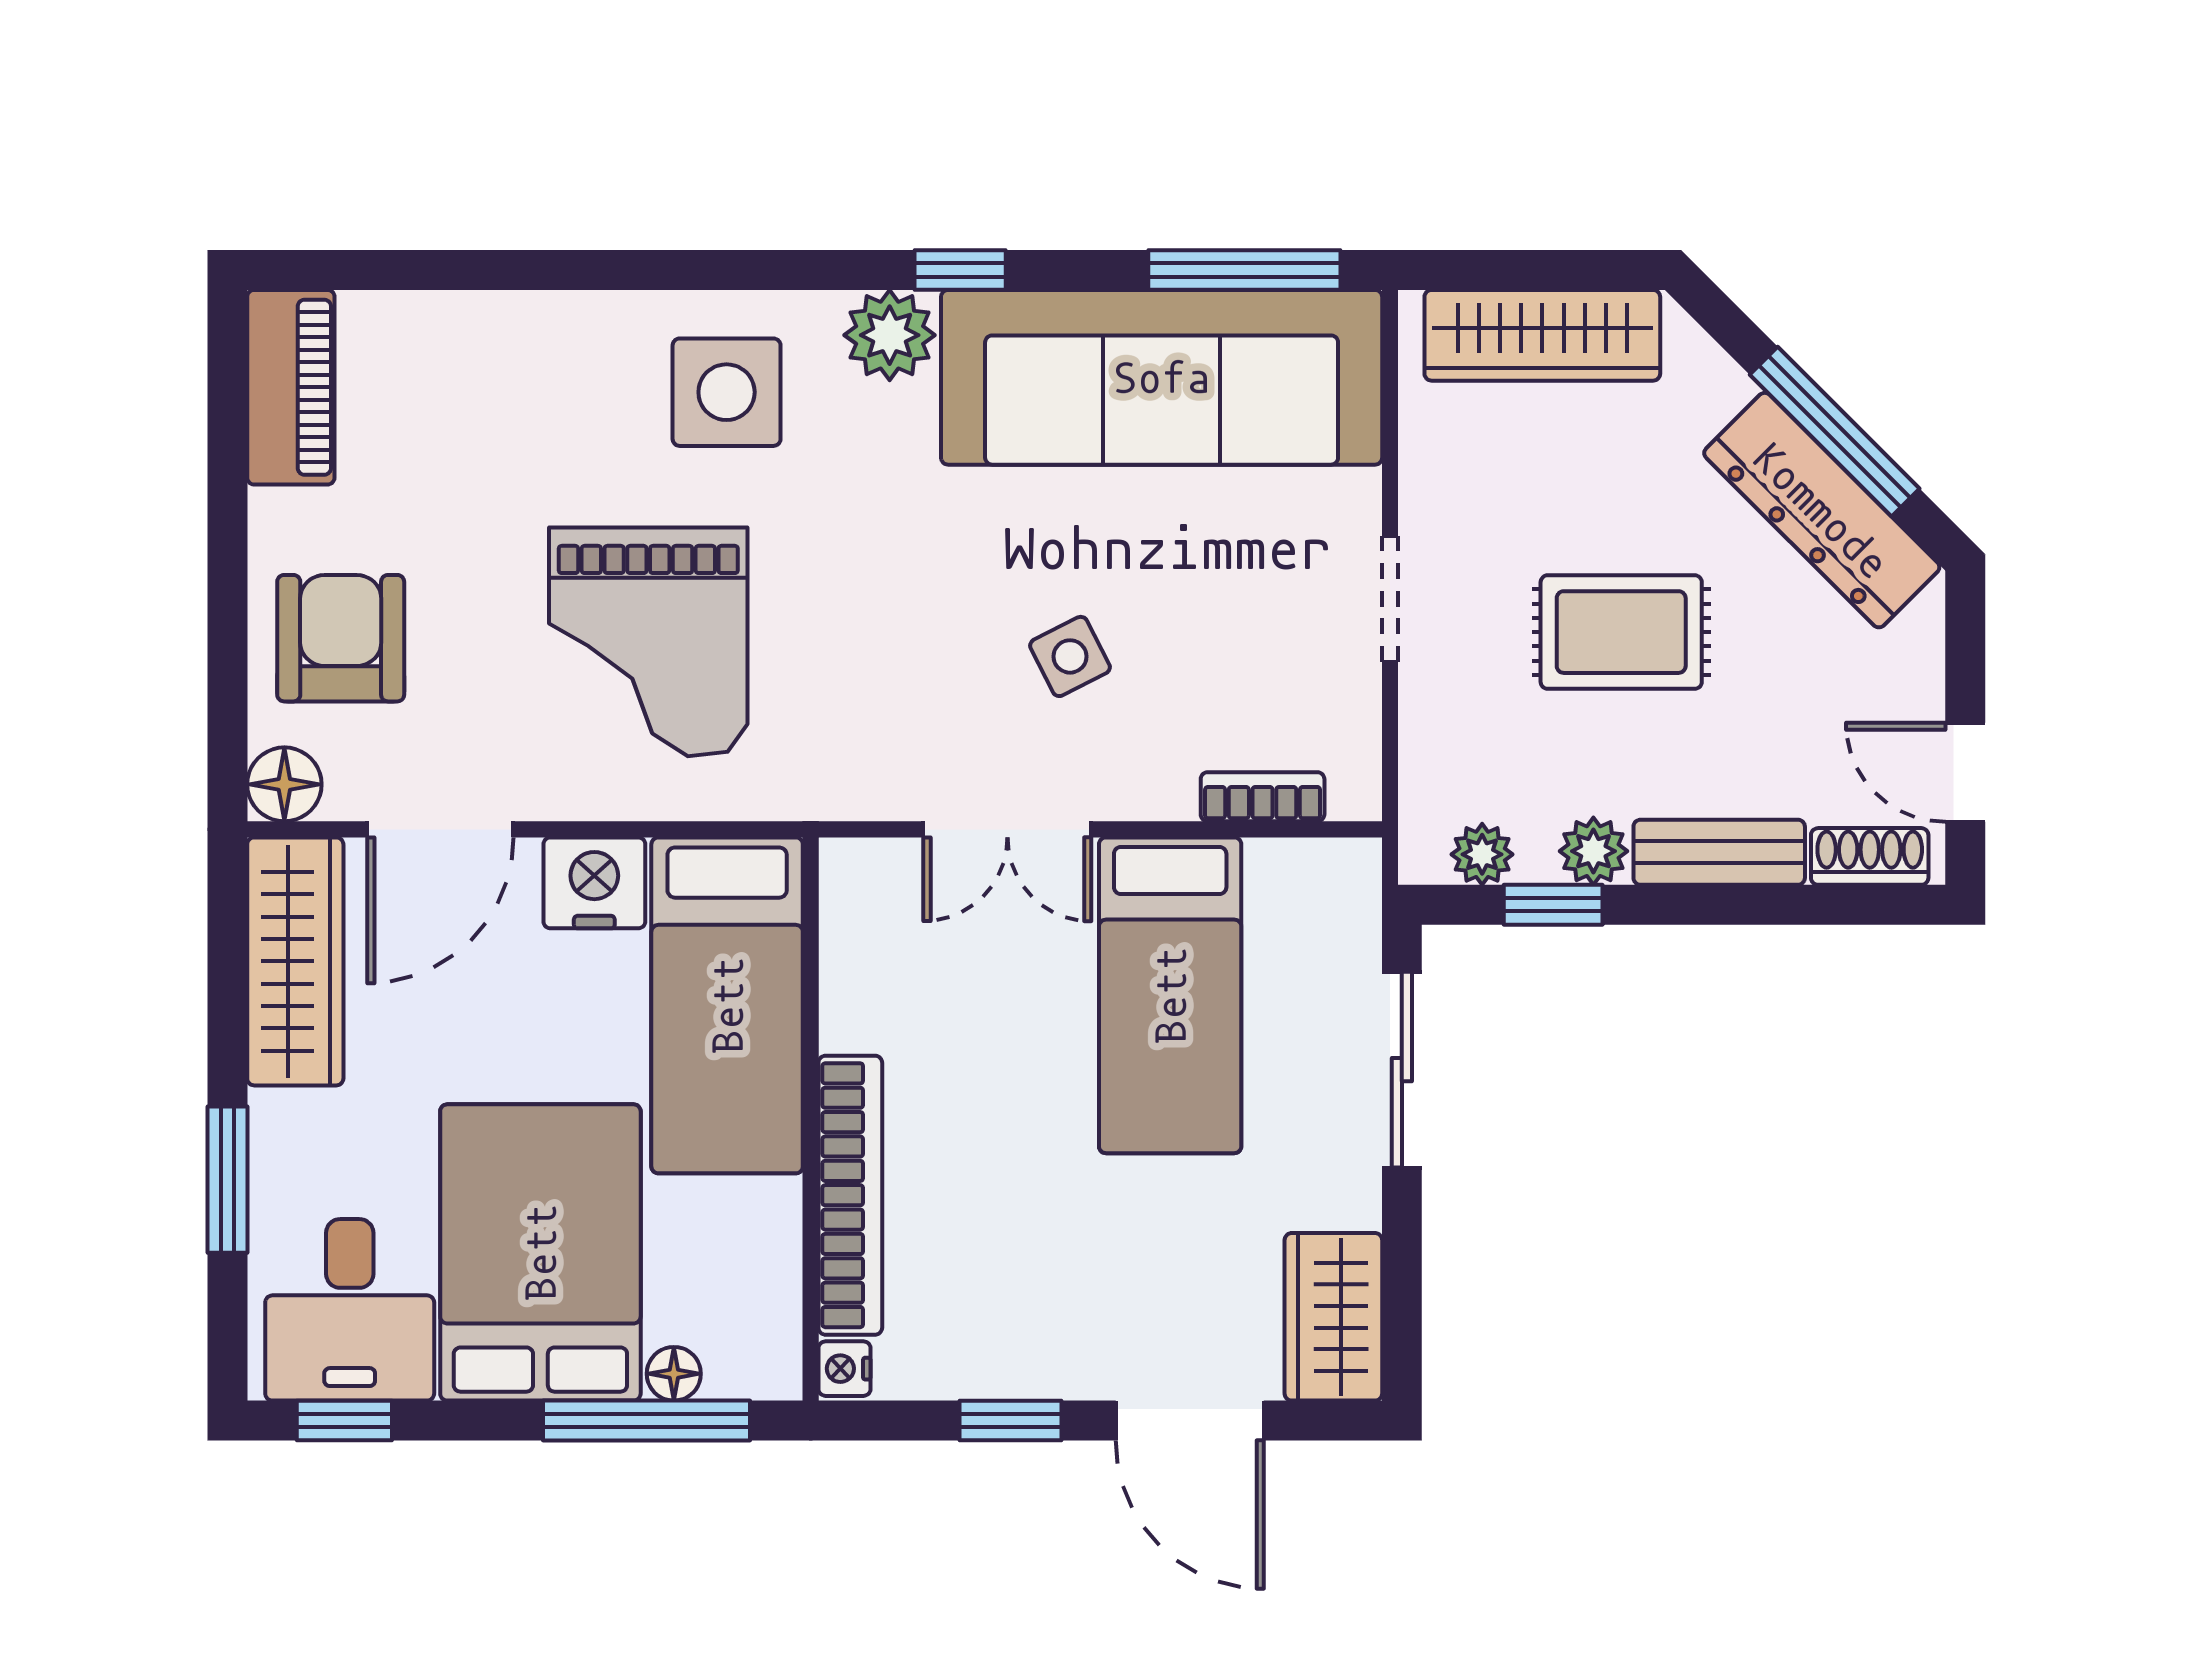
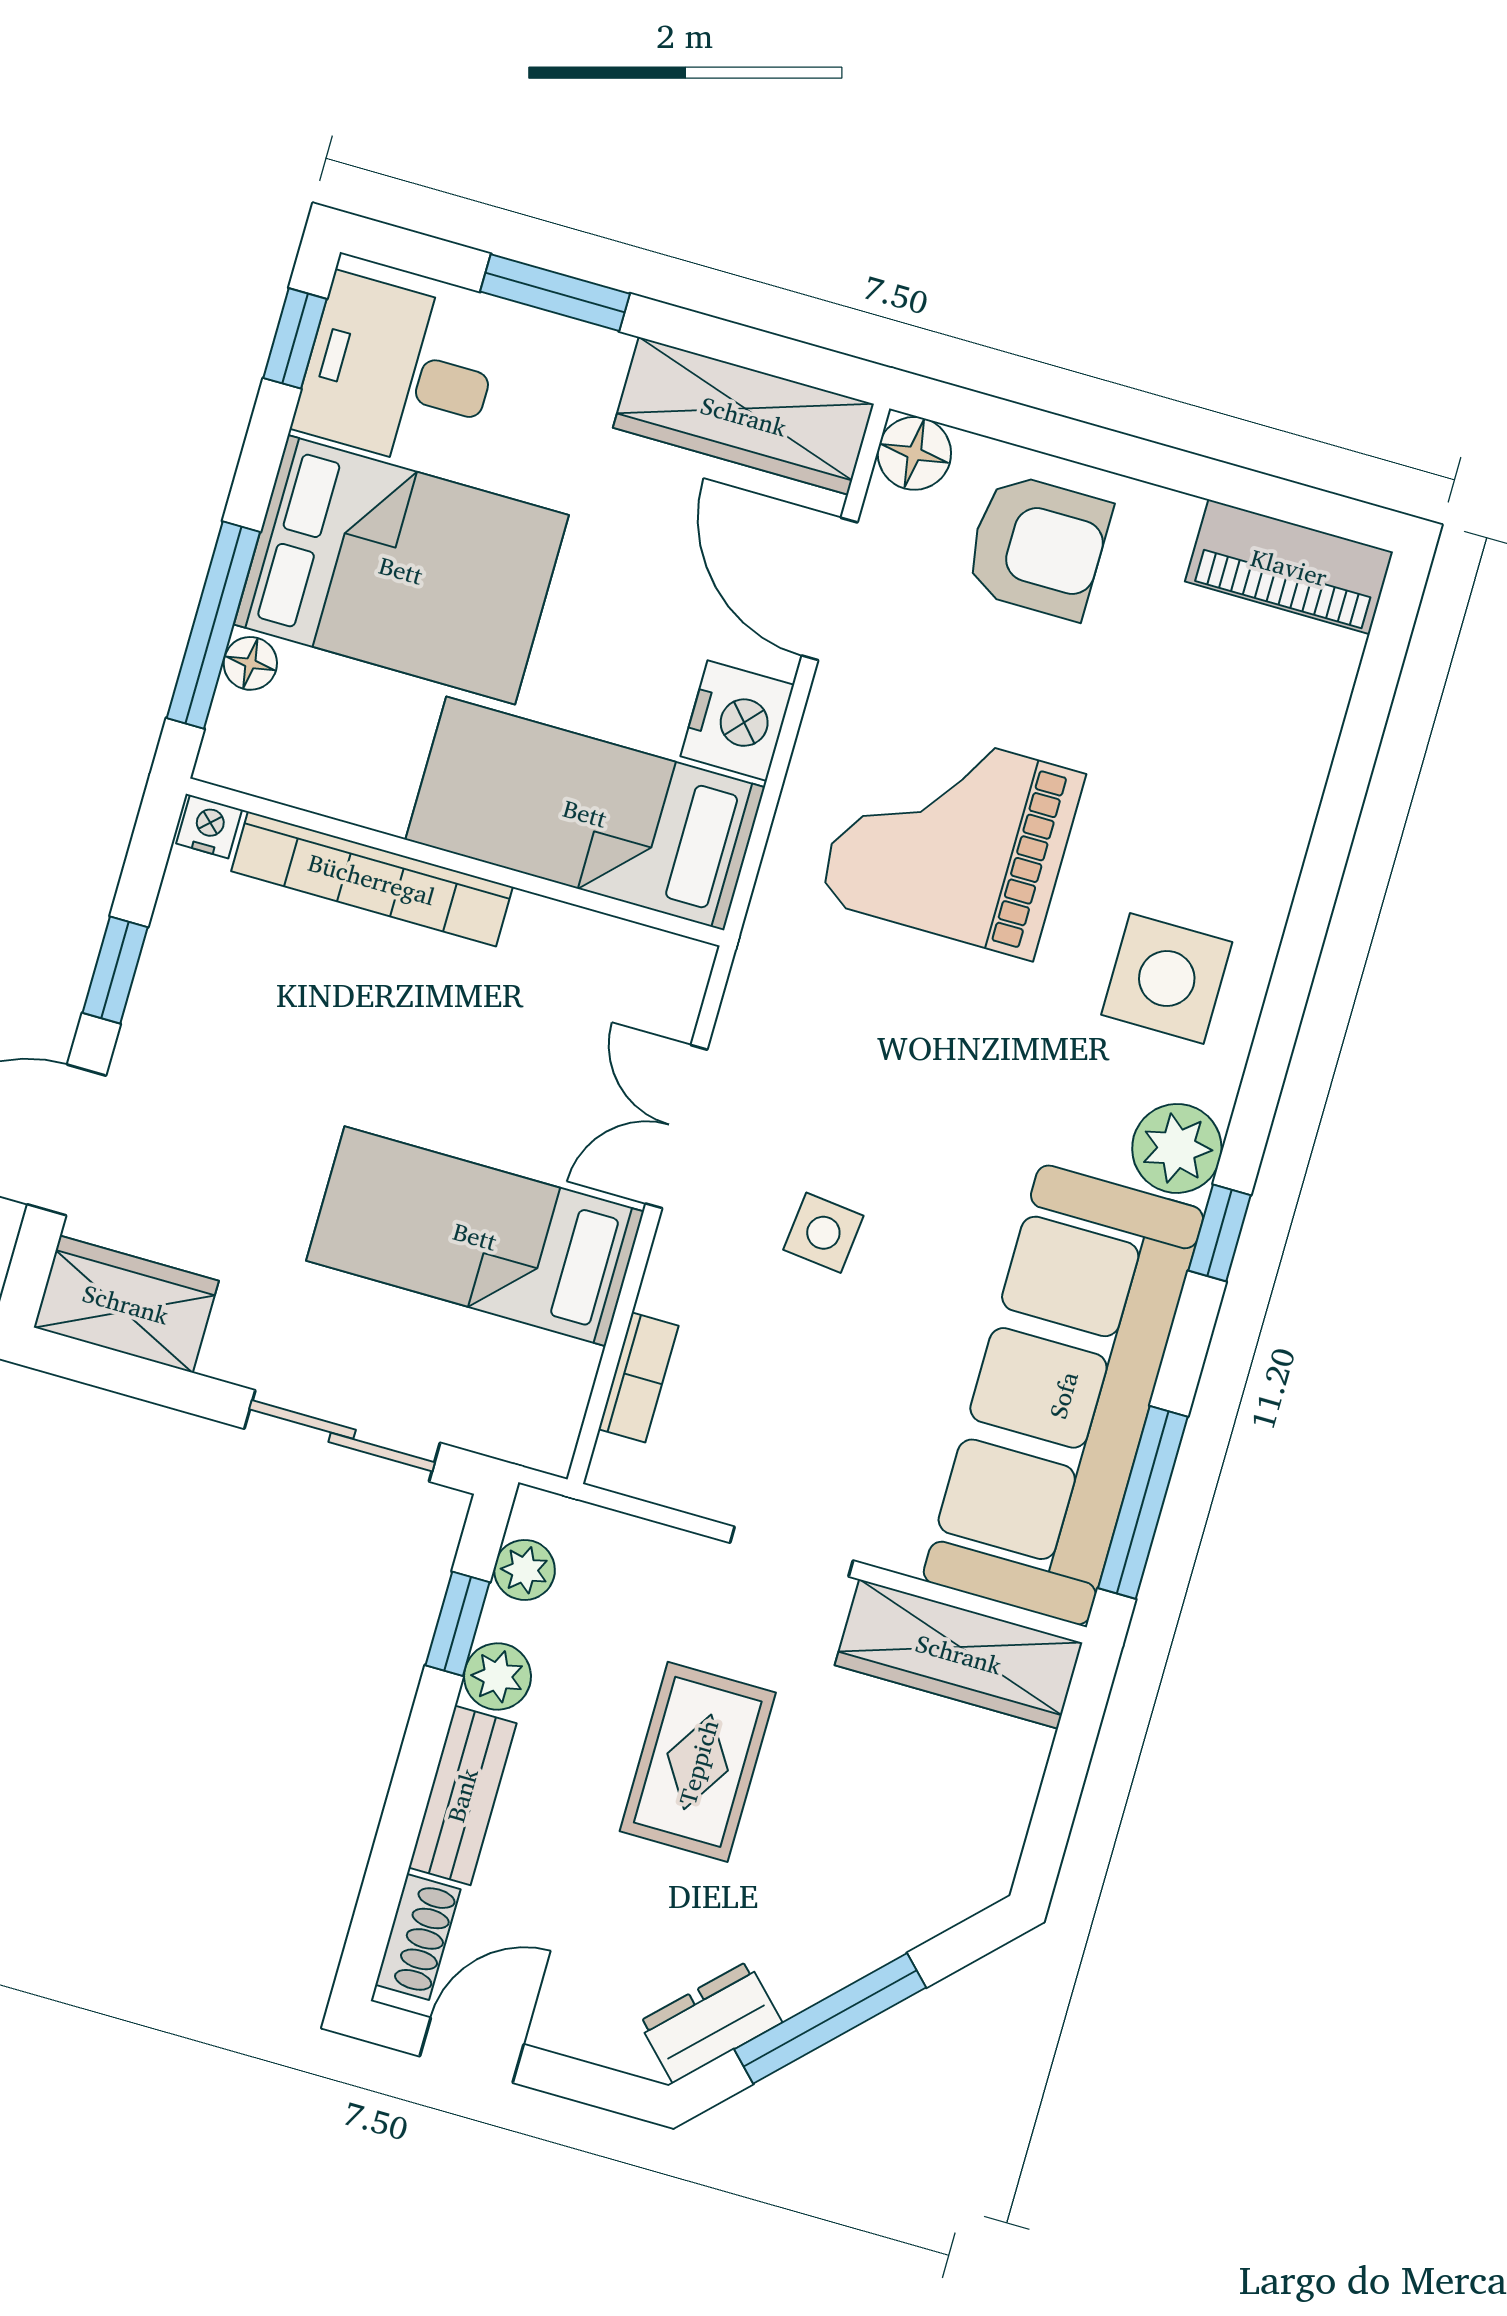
wardrobe: (1542, 335) -> (959, 1654), moved, turned -90
dresser: (1822, 510) -> (710, 2022), width x0.51, depth x0.80
side table: (1070, 656) -> (823, 1233), turned 33

